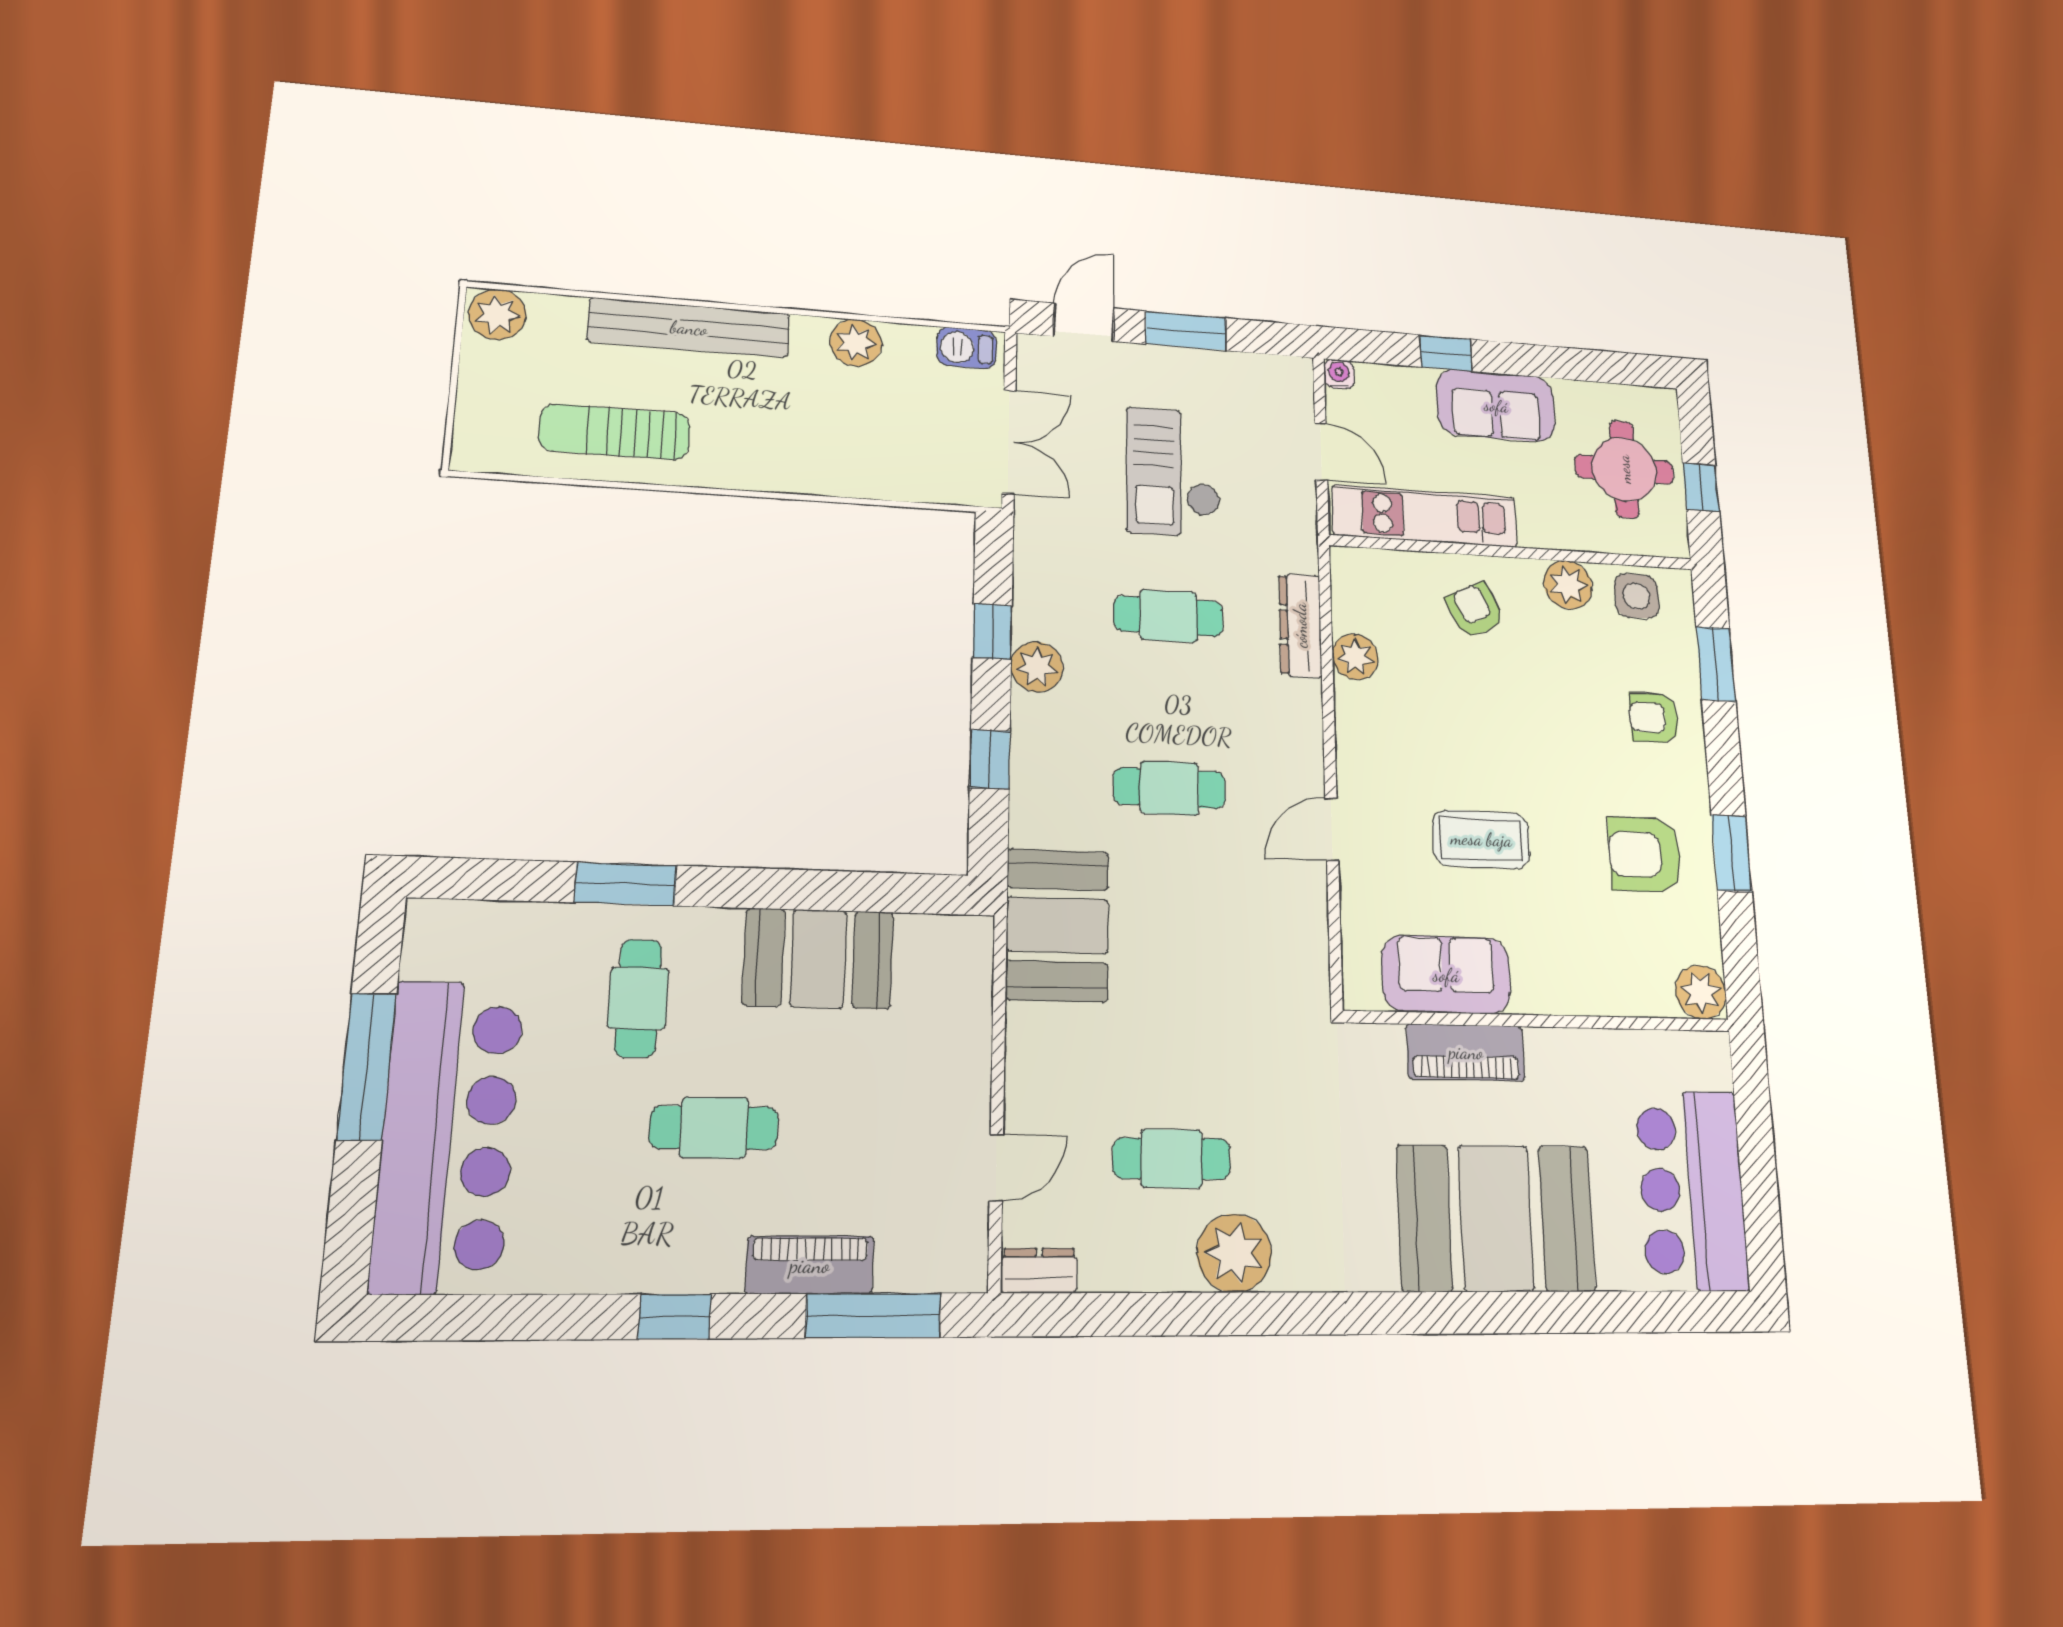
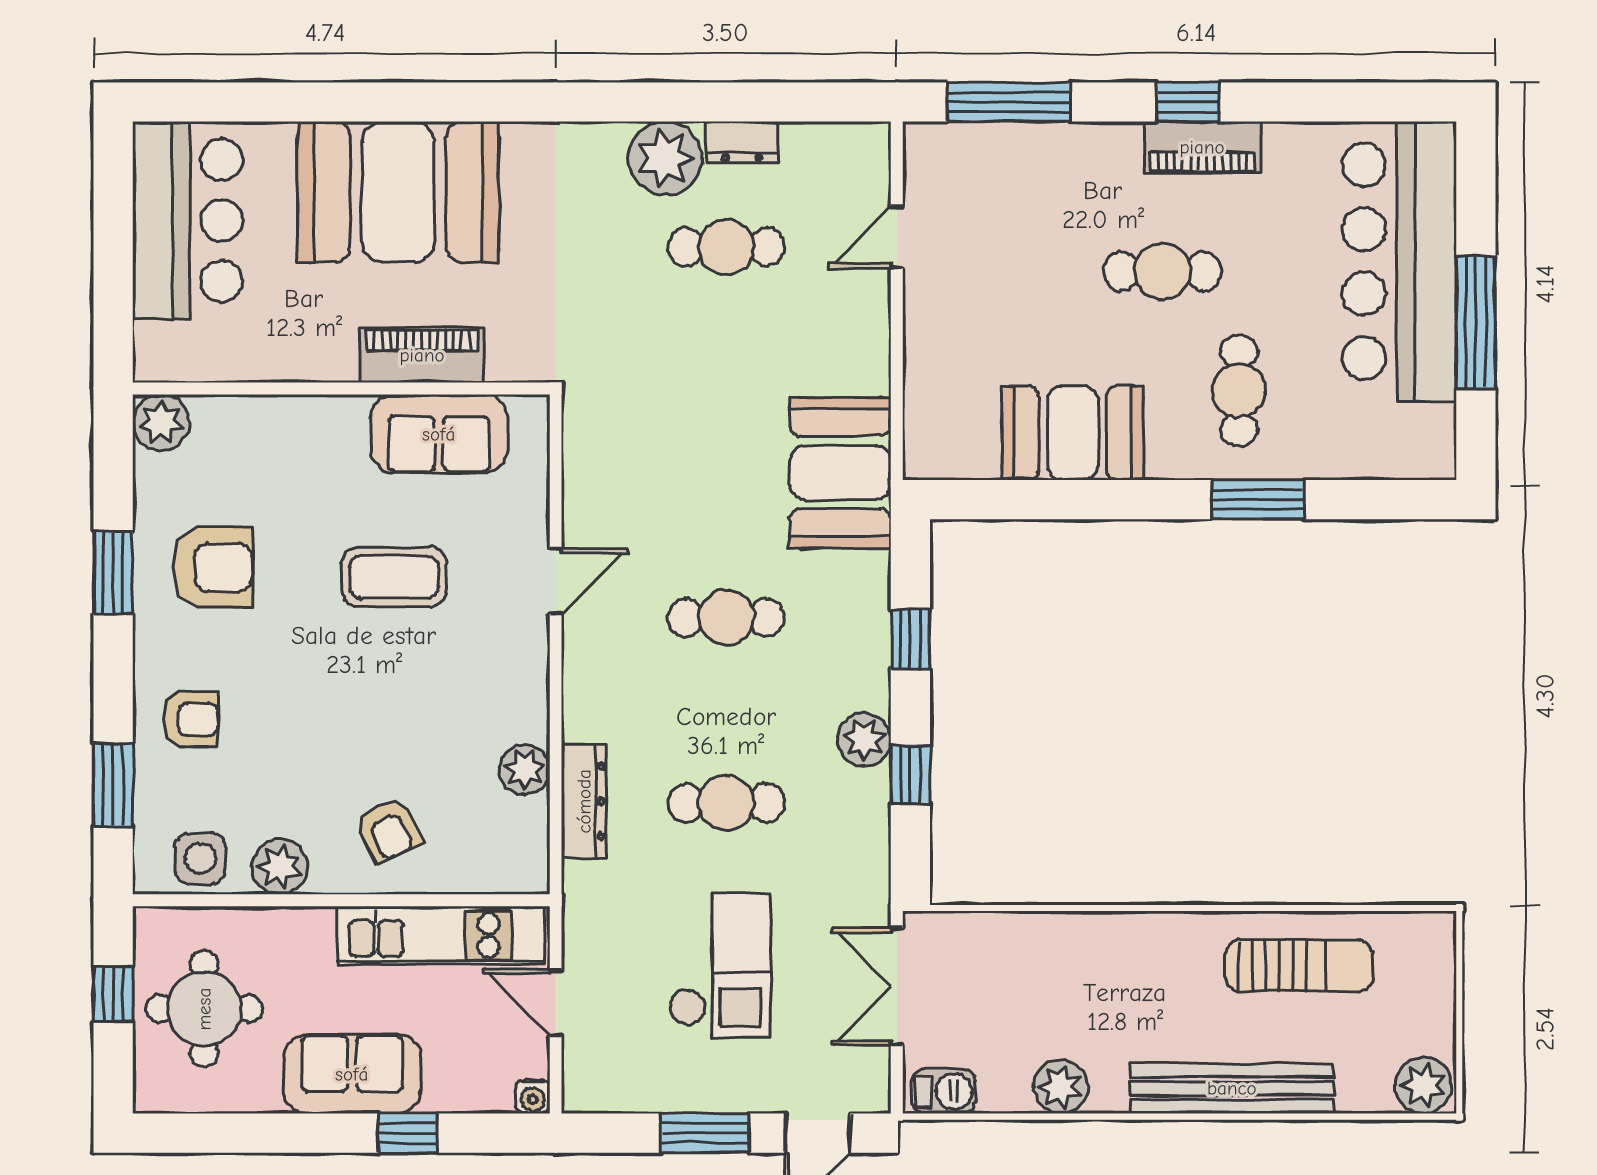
piano: (810, 1265) -> (1202, 147), moved
dresser: (1039, 1271) -> (742, 142), moved

